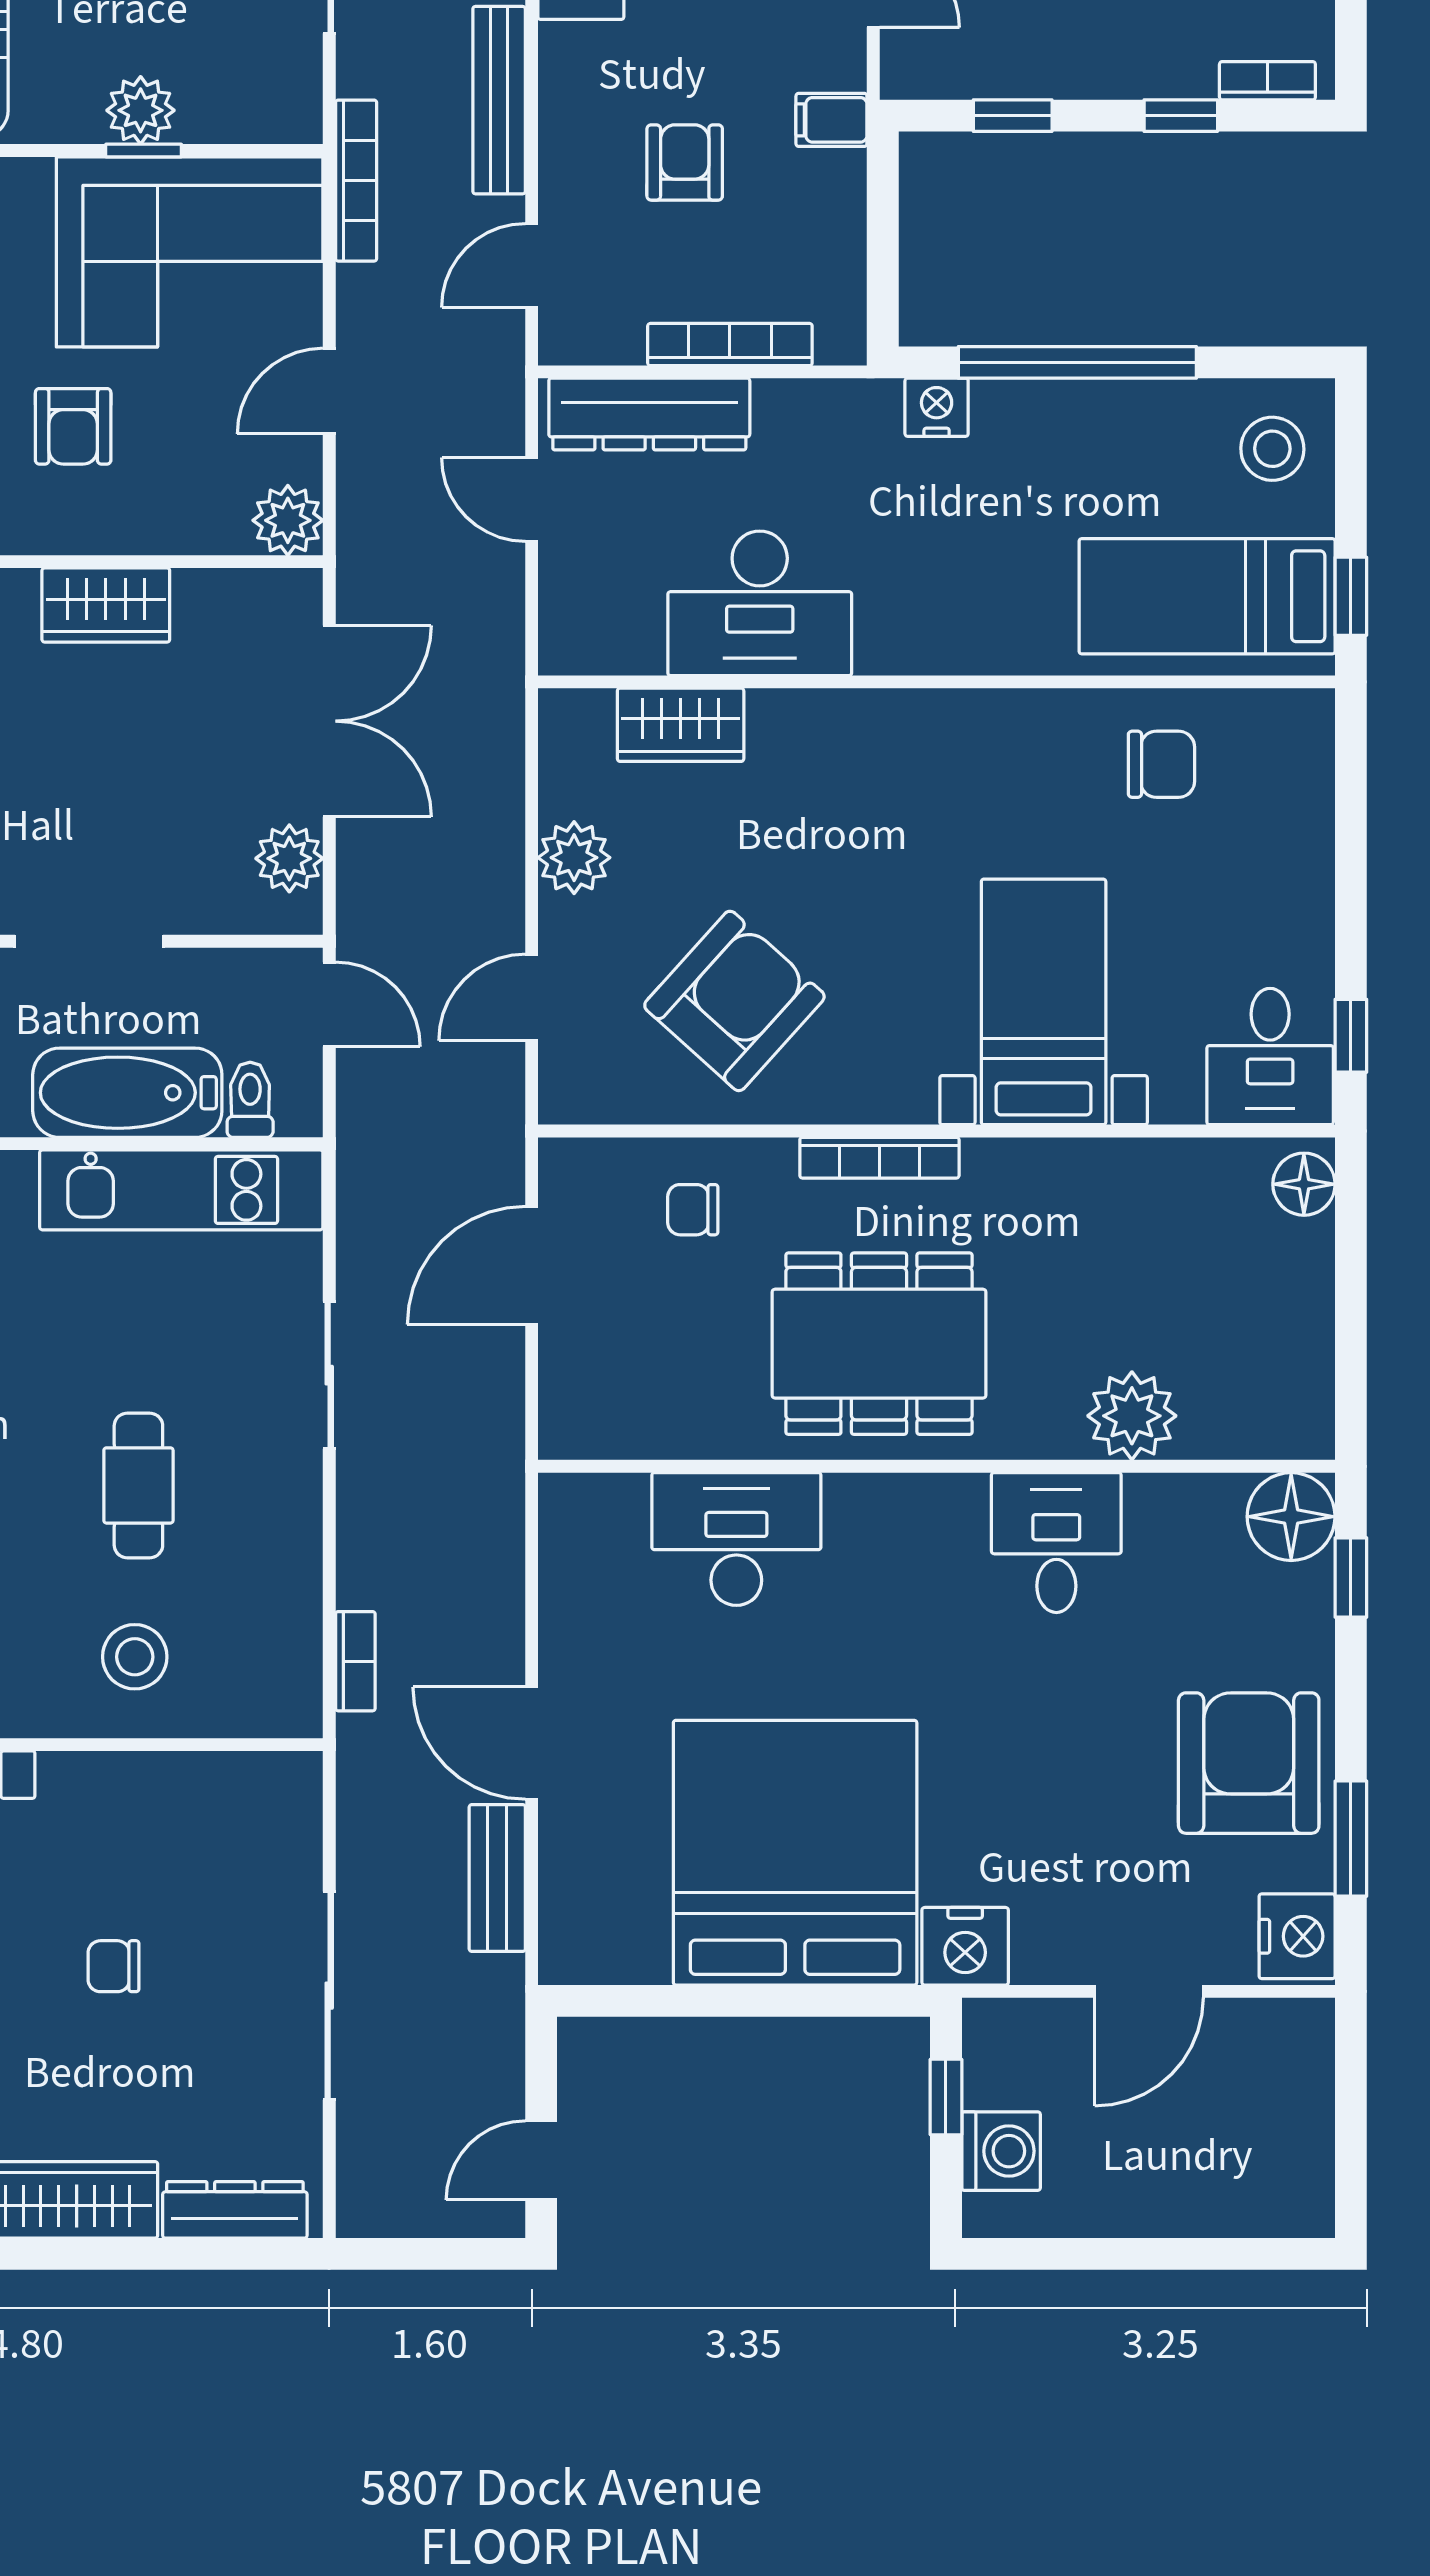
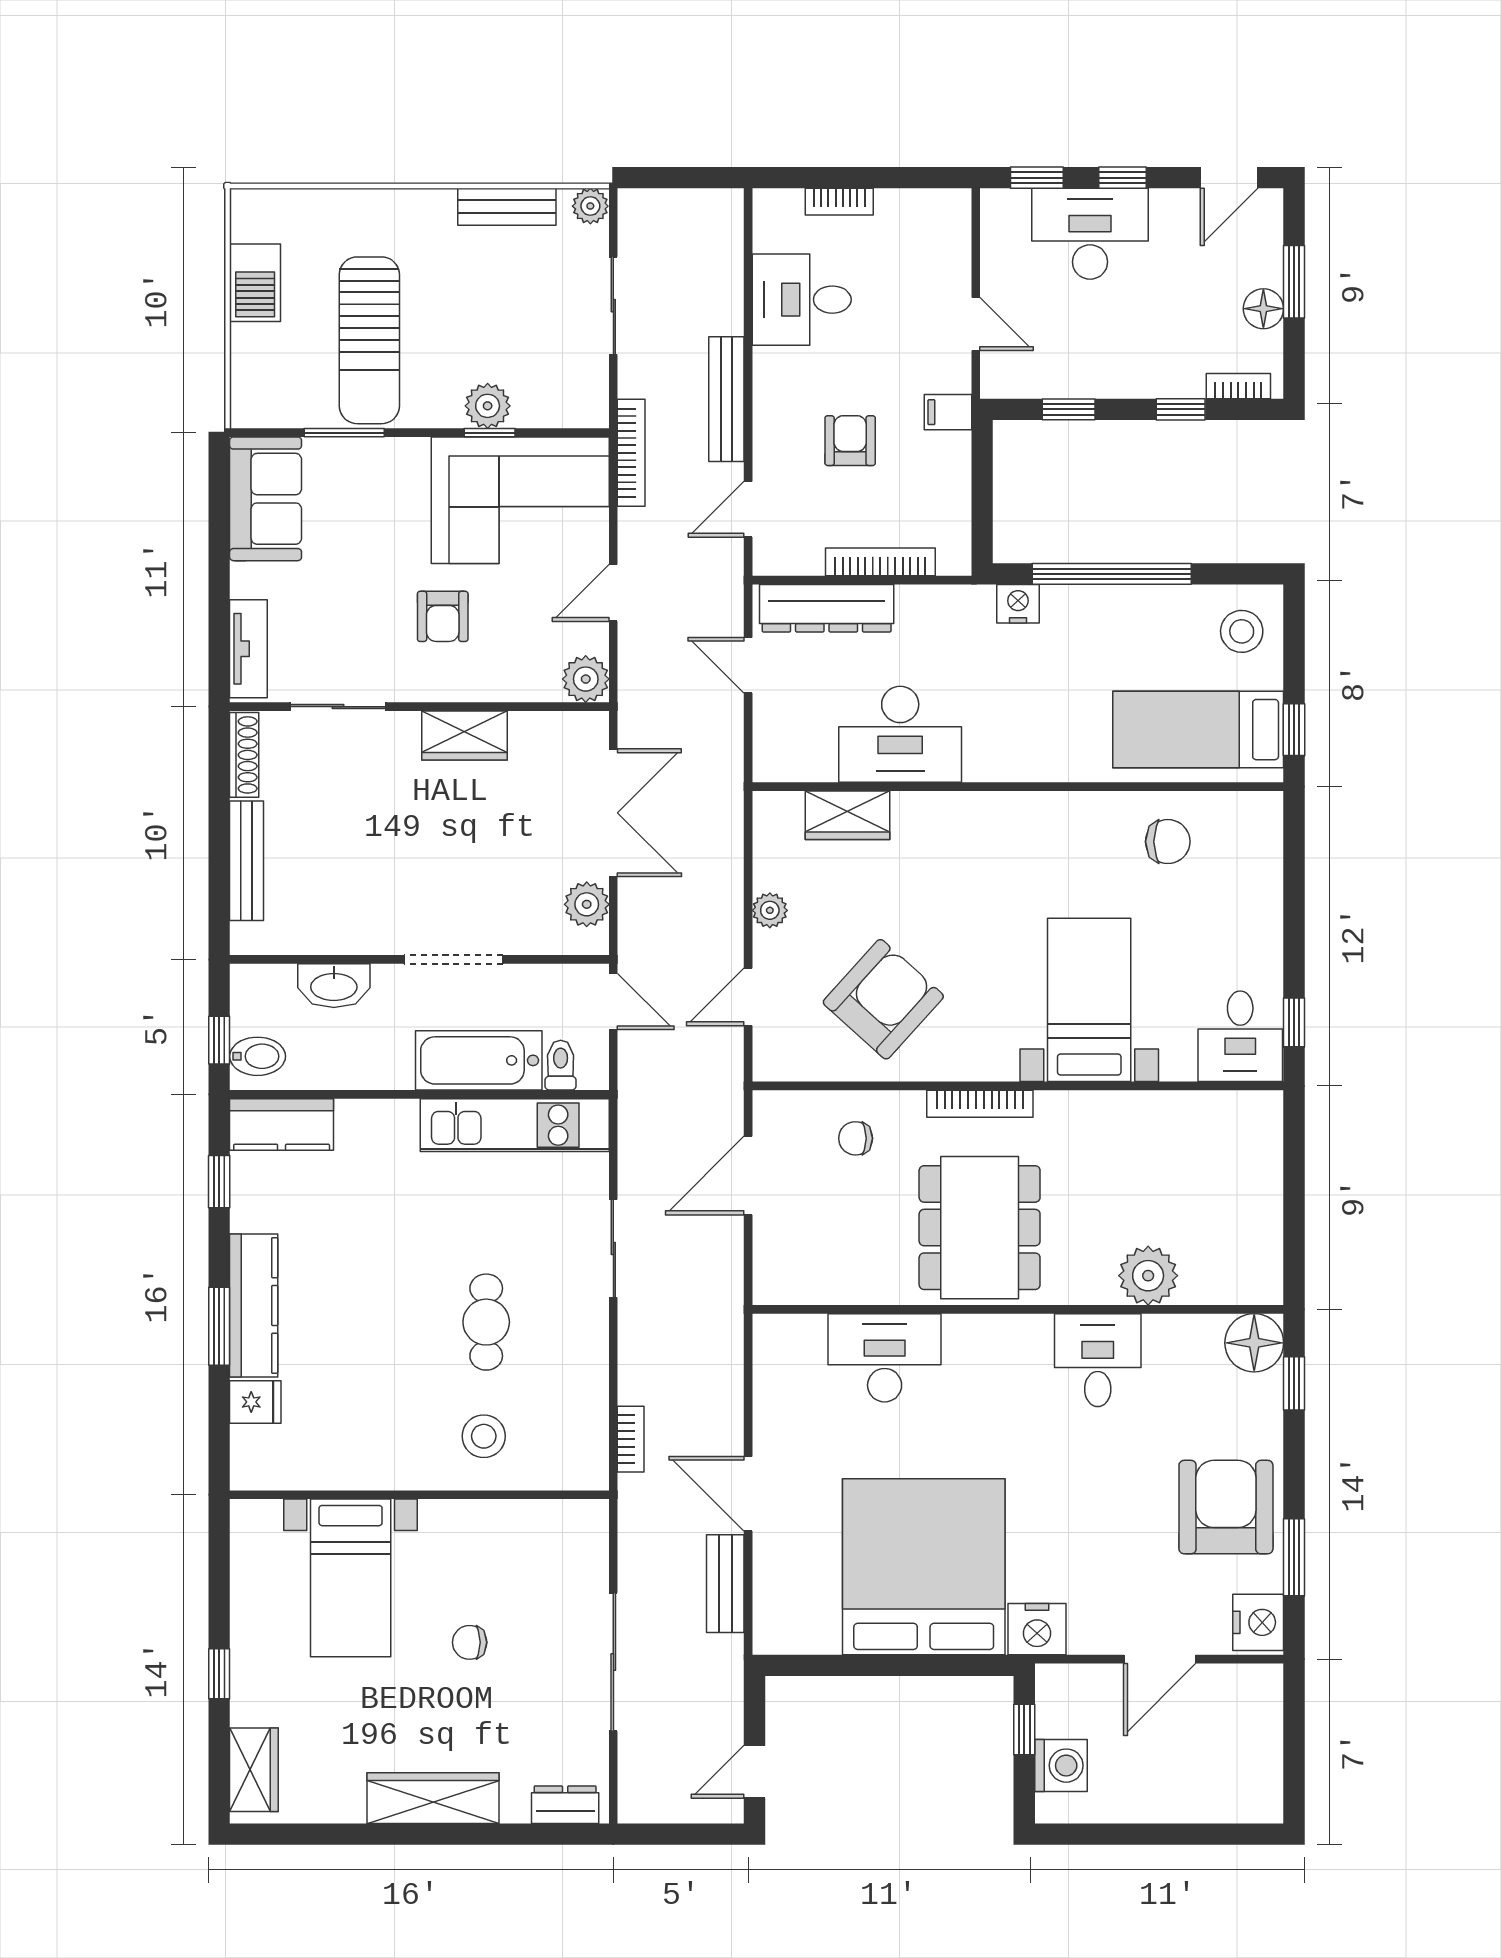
plant: (574, 858) -> (770, 910), width x0.73, depth x0.73
floor lamp: (1304, 1184) -> (1263, 1121), removed
dining table: (879, 1344) -> (980, 1228), turned 90
dresser: (235, 2210) -> (565, 1805), width x0.70

